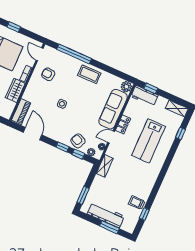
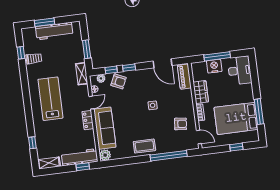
workbench: (144, 96) -> (80, 157), width x1.37
lab bench: (149, 141) -> (50, 99), moved
window: (83, 195) -> (87, 49), moved

